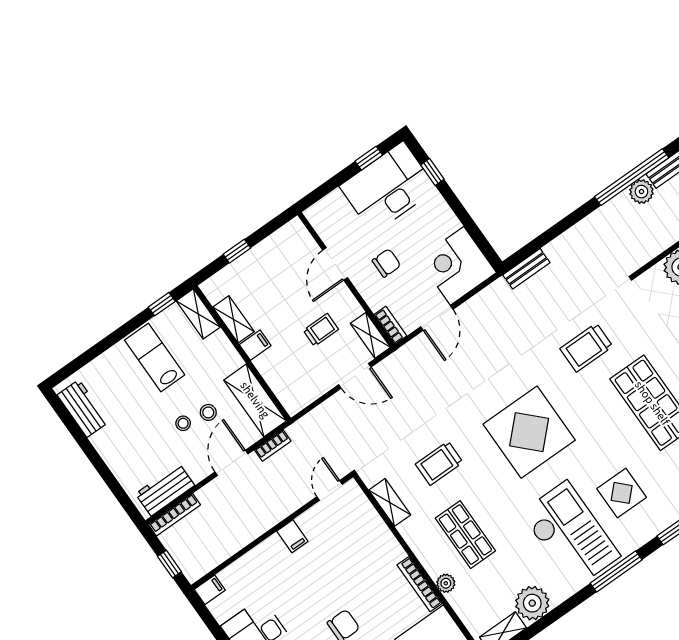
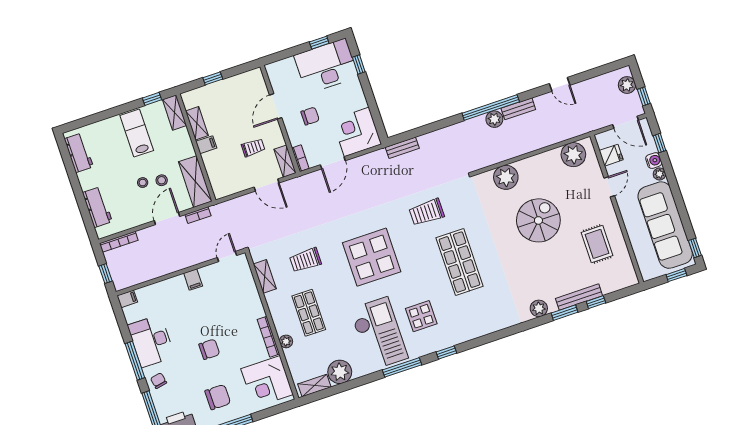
workbench: (165, 490) -> (97, 207), moved, turned 90

